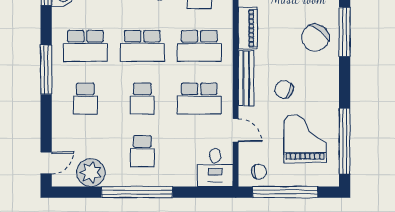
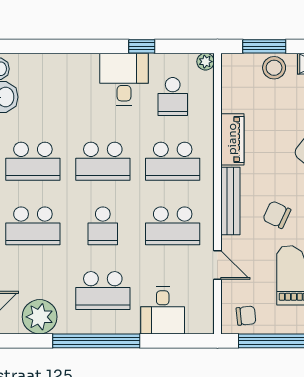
school desk: (85, 99) -> (33, 226), width x1.85
school desk: (142, 151) -> (103, 291), width x1.85
desk: (215, 167) -> (163, 310), moved

